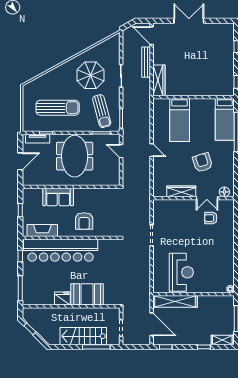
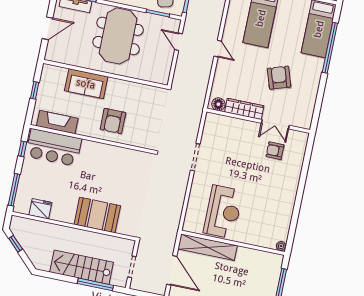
floor lamp: (224, 192) -> (218, 104), moved
bar counter: (61, 250) -> (54, 147), width x0.54
fridge: (62, 298) -> (40, 209), moved

